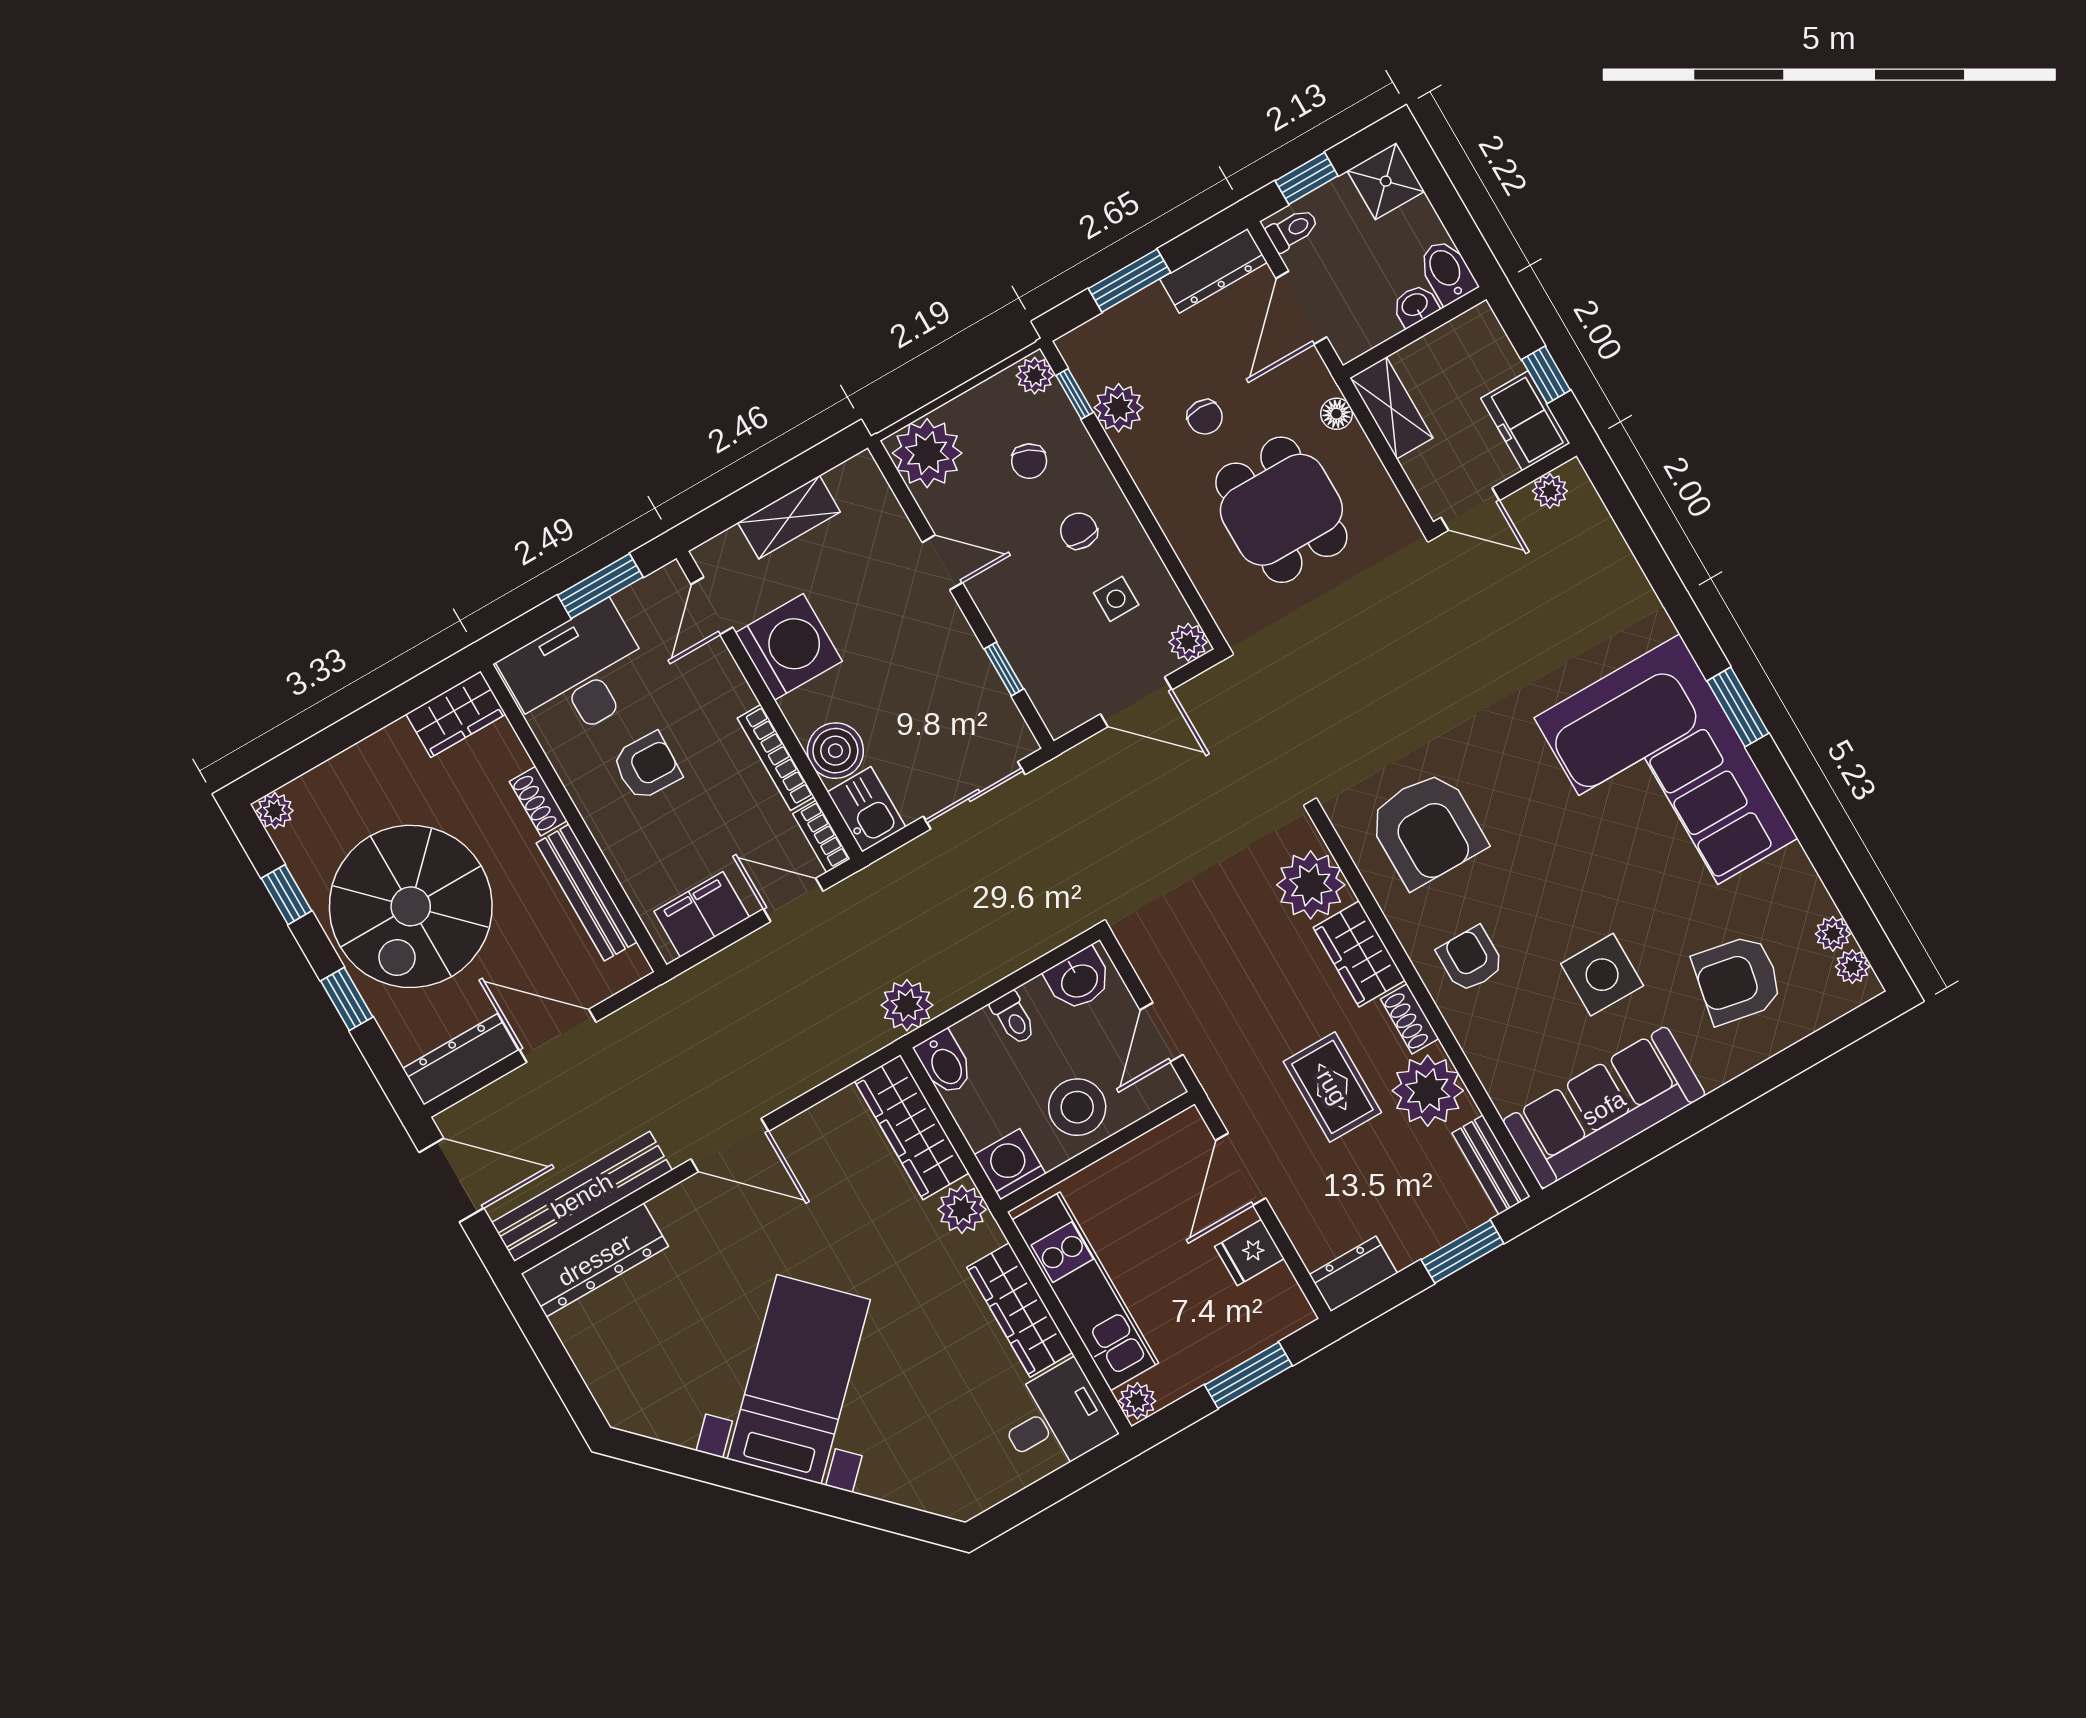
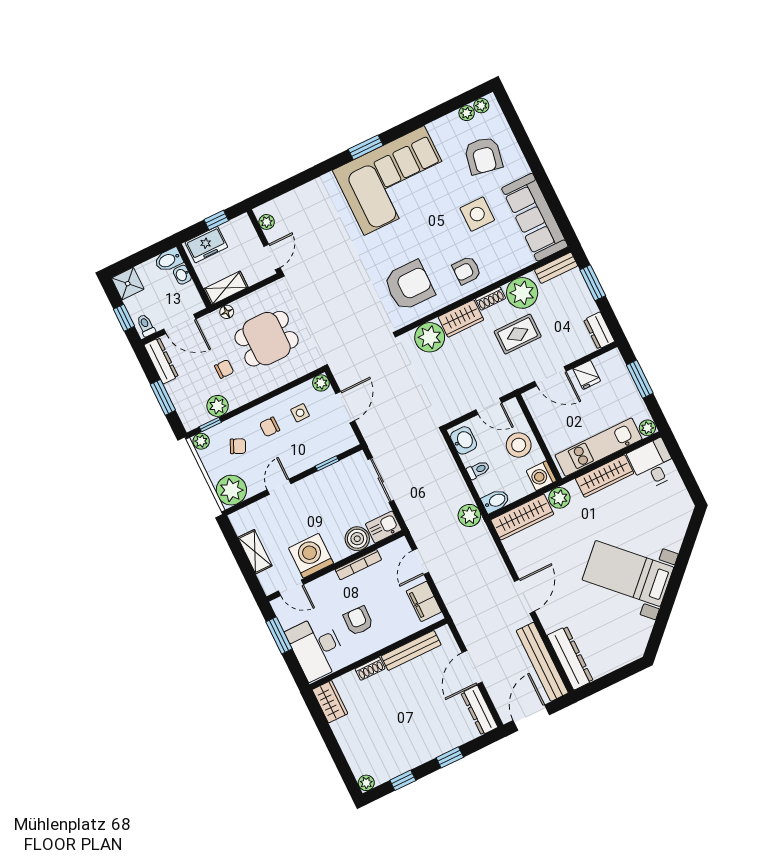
freezer: (1525, 421) -> (206, 245), moved
bookcase: (821, 836) -> (394, 547), removed
spiral stairs: (411, 906) -> (412, 727), removed

